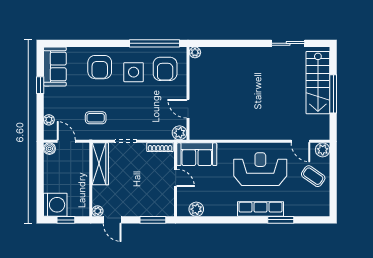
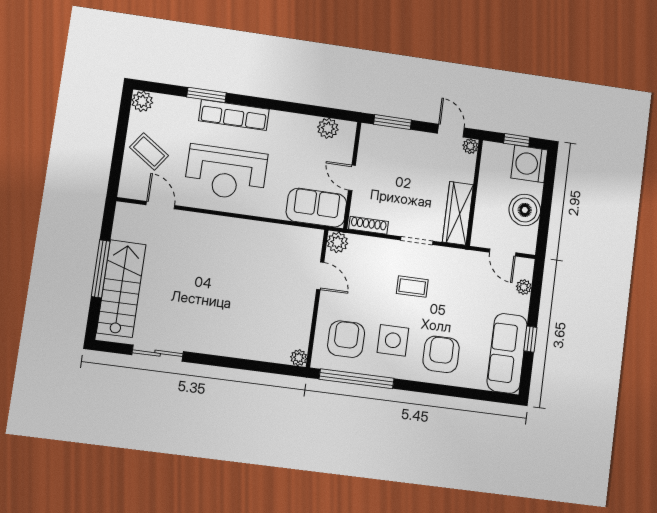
sofa: (55, 66) -> (507, 353), width x1.36
coffee table: (96, 118) -> (412, 287), moved
boiler: (49, 149) -> (525, 210), moved, width x1.86, depth x1.86
plant: (323, 150) -> (142, 101), moved

